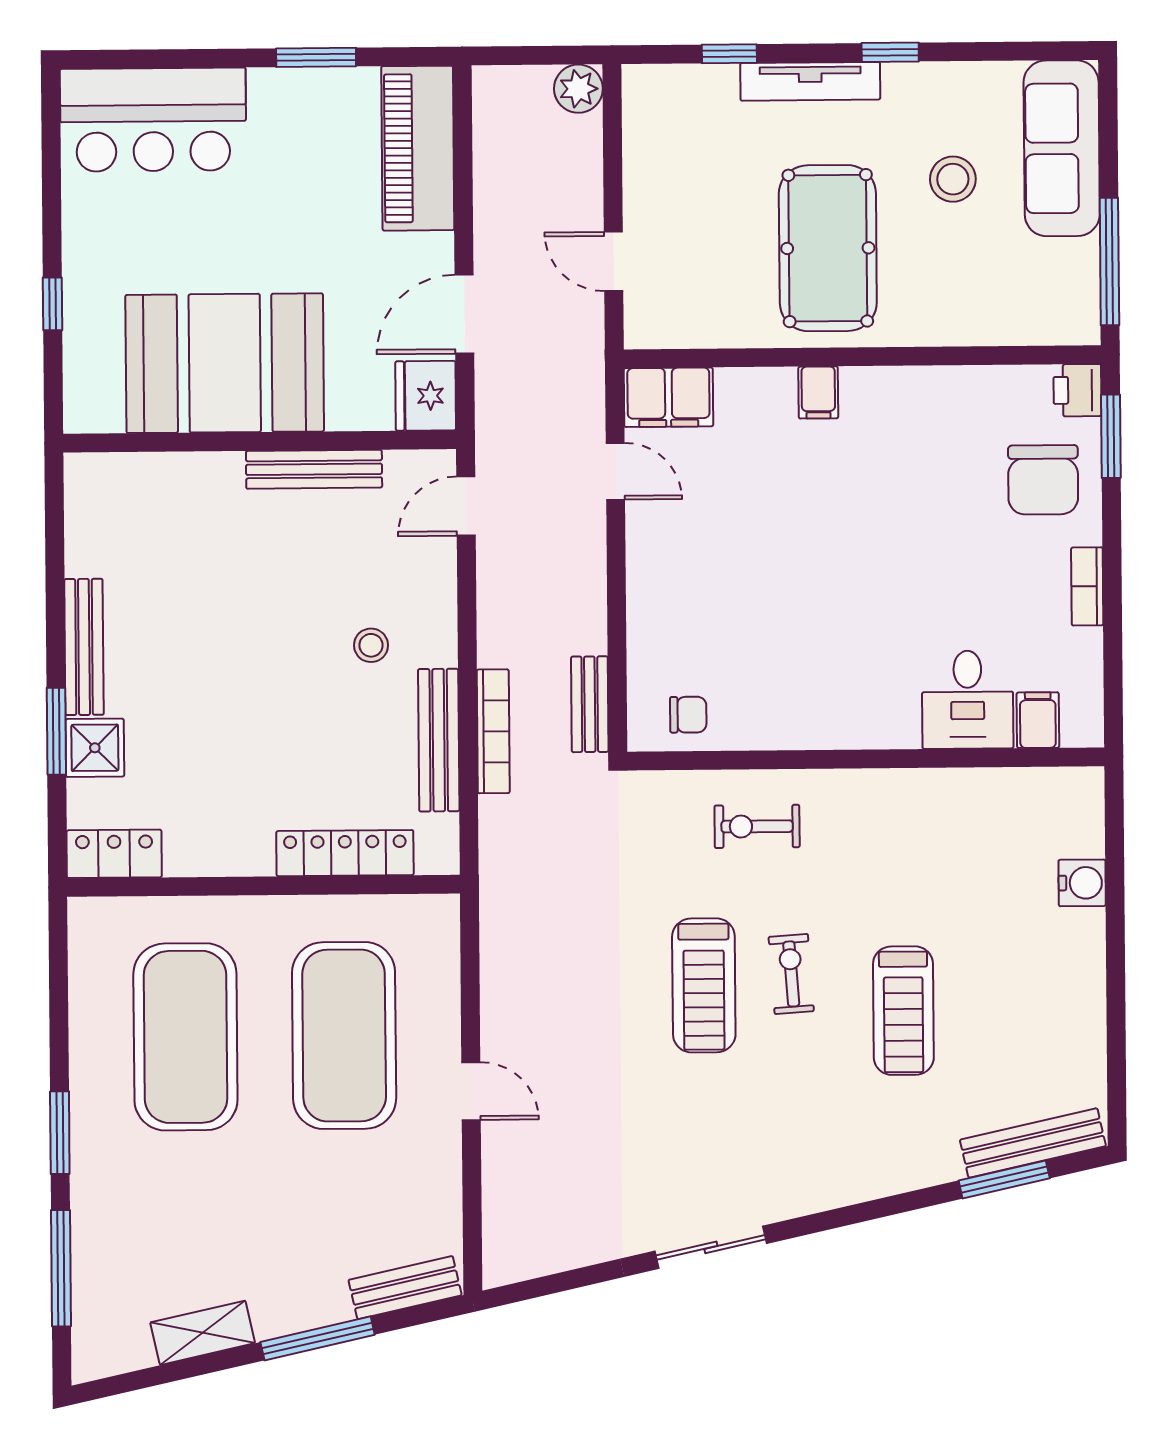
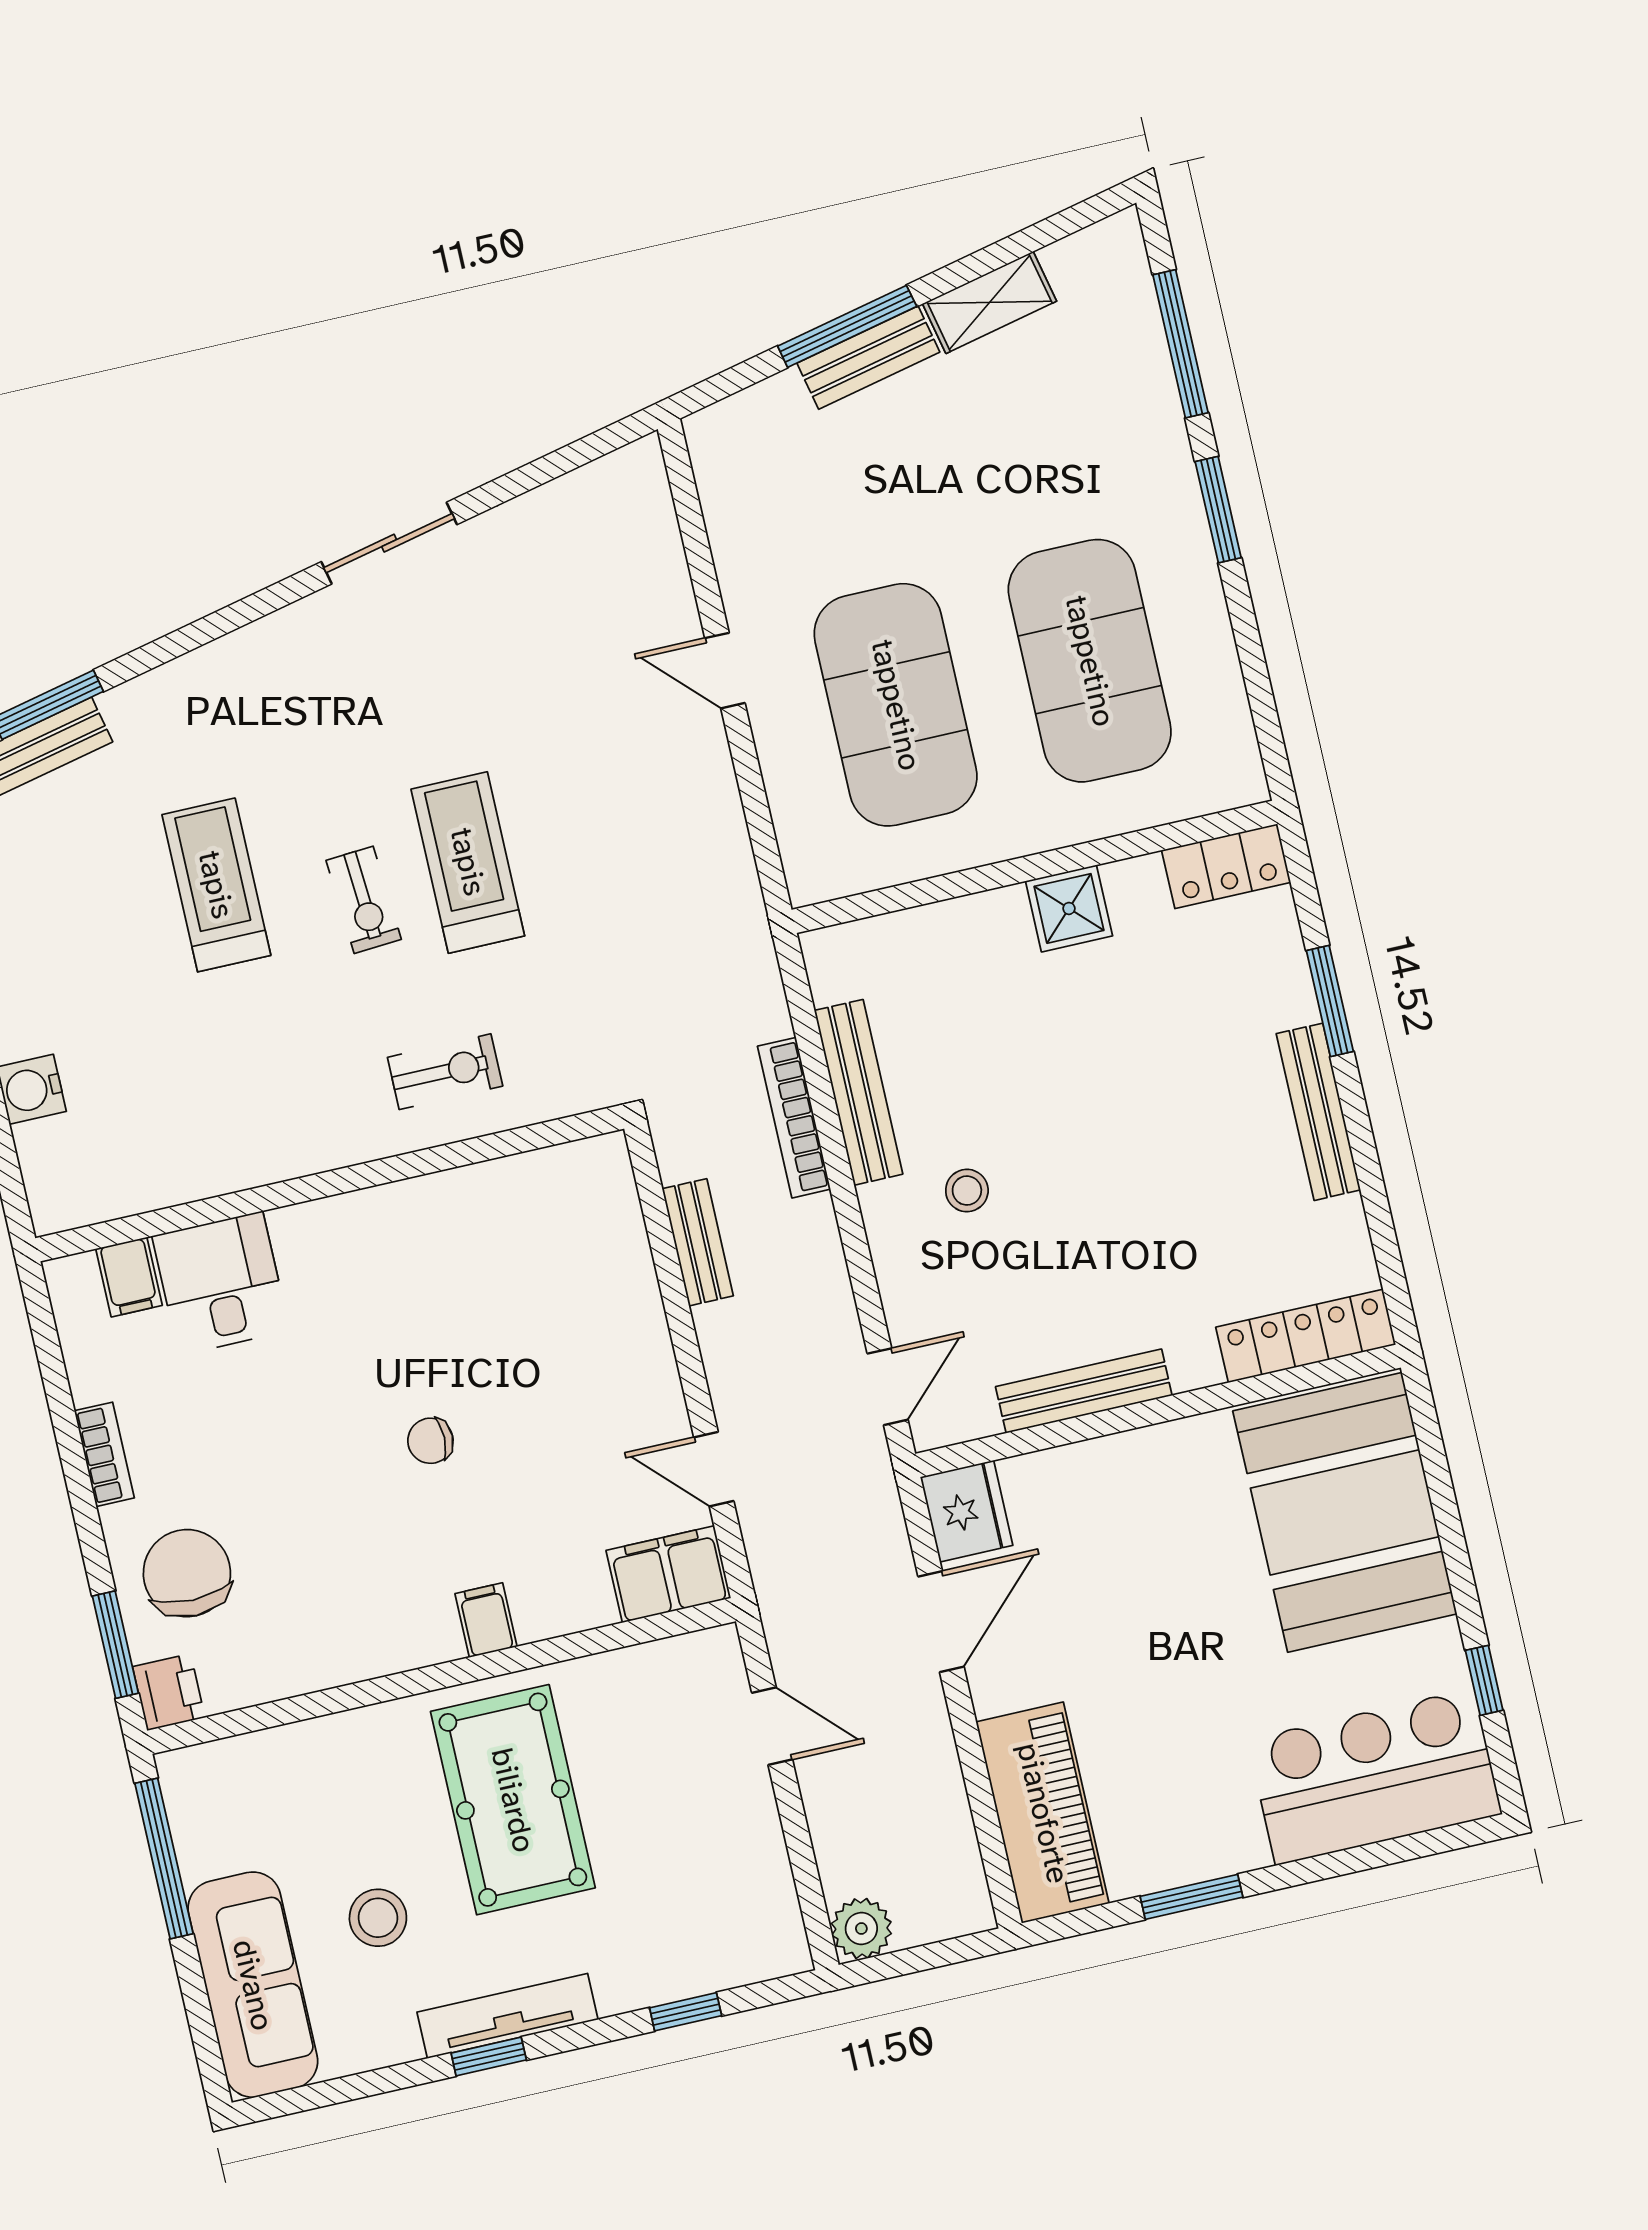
tv unit: (810, 81) -> (508, 2016), moved
window: (53, 304) -> (1484, 1680), moved
booth: (225, 363) -> (1345, 1512), moved, turned 90
bench: (590, 704) -> (698, 1242), moved
chair: (688, 715) -> (430, 1441), moved
shower: (95, 748) -> (1069, 908), moved
locker: (345, 853) -> (1306, 1336), moved, turned 180
bench: (405, 1288) -> (868, 358), moved

